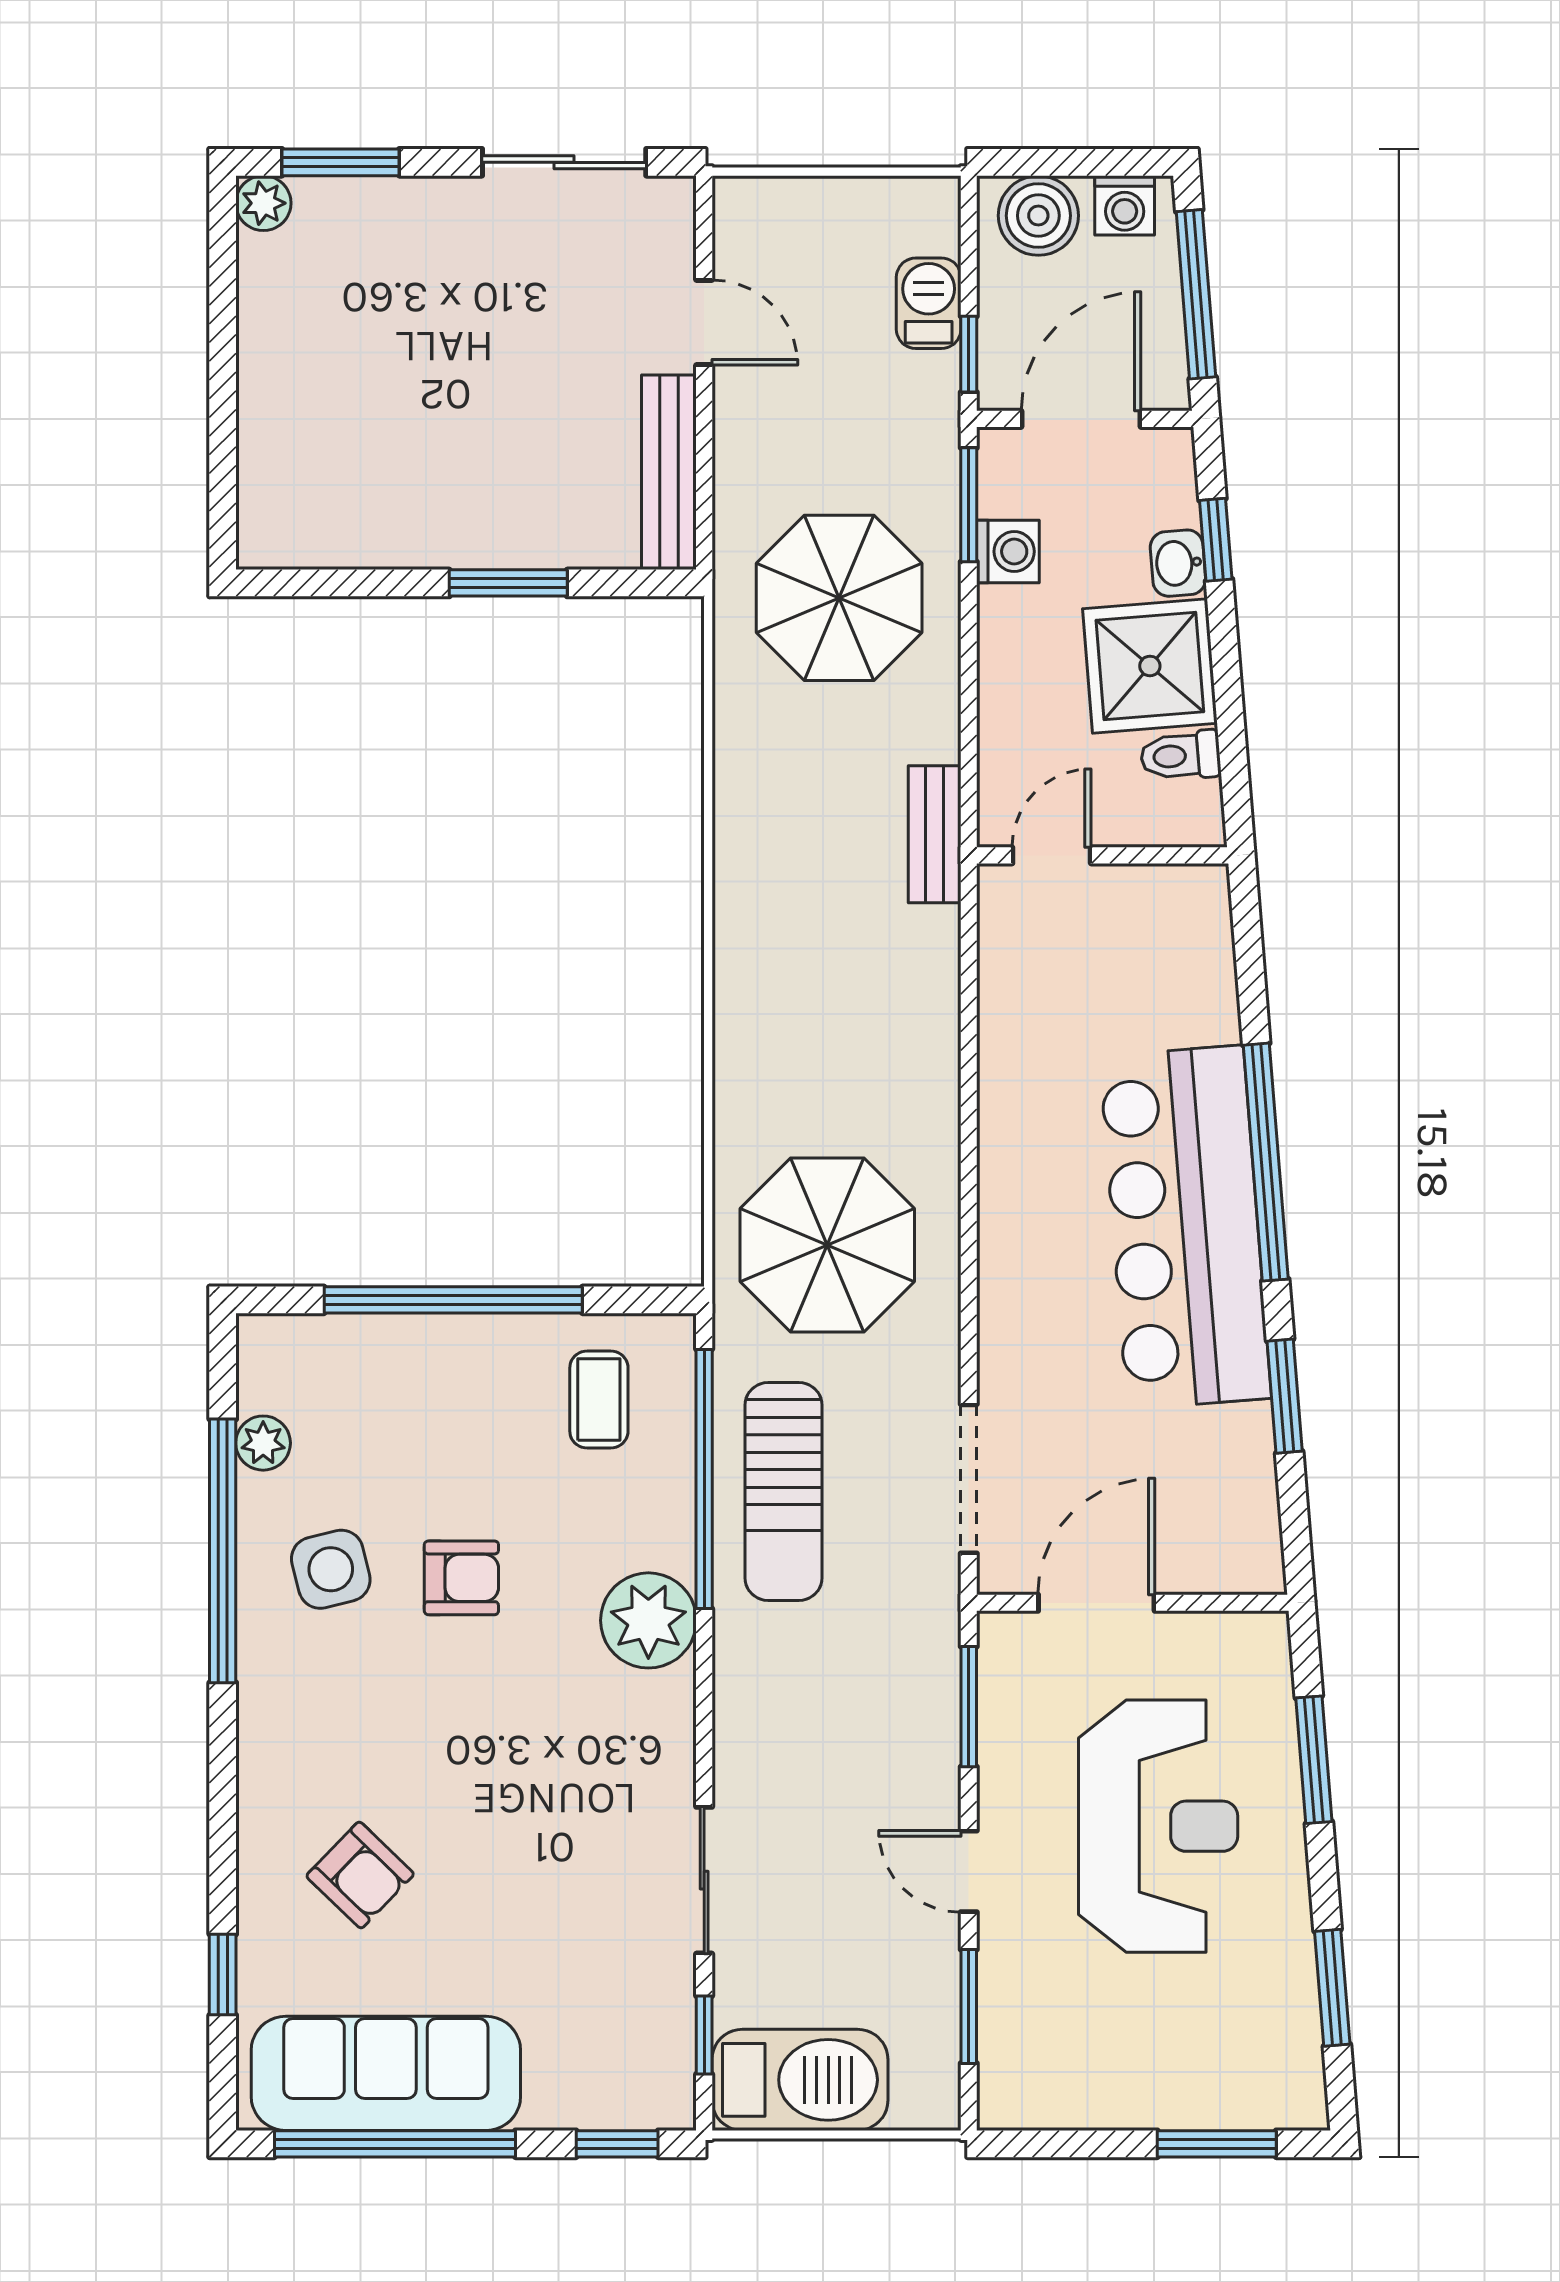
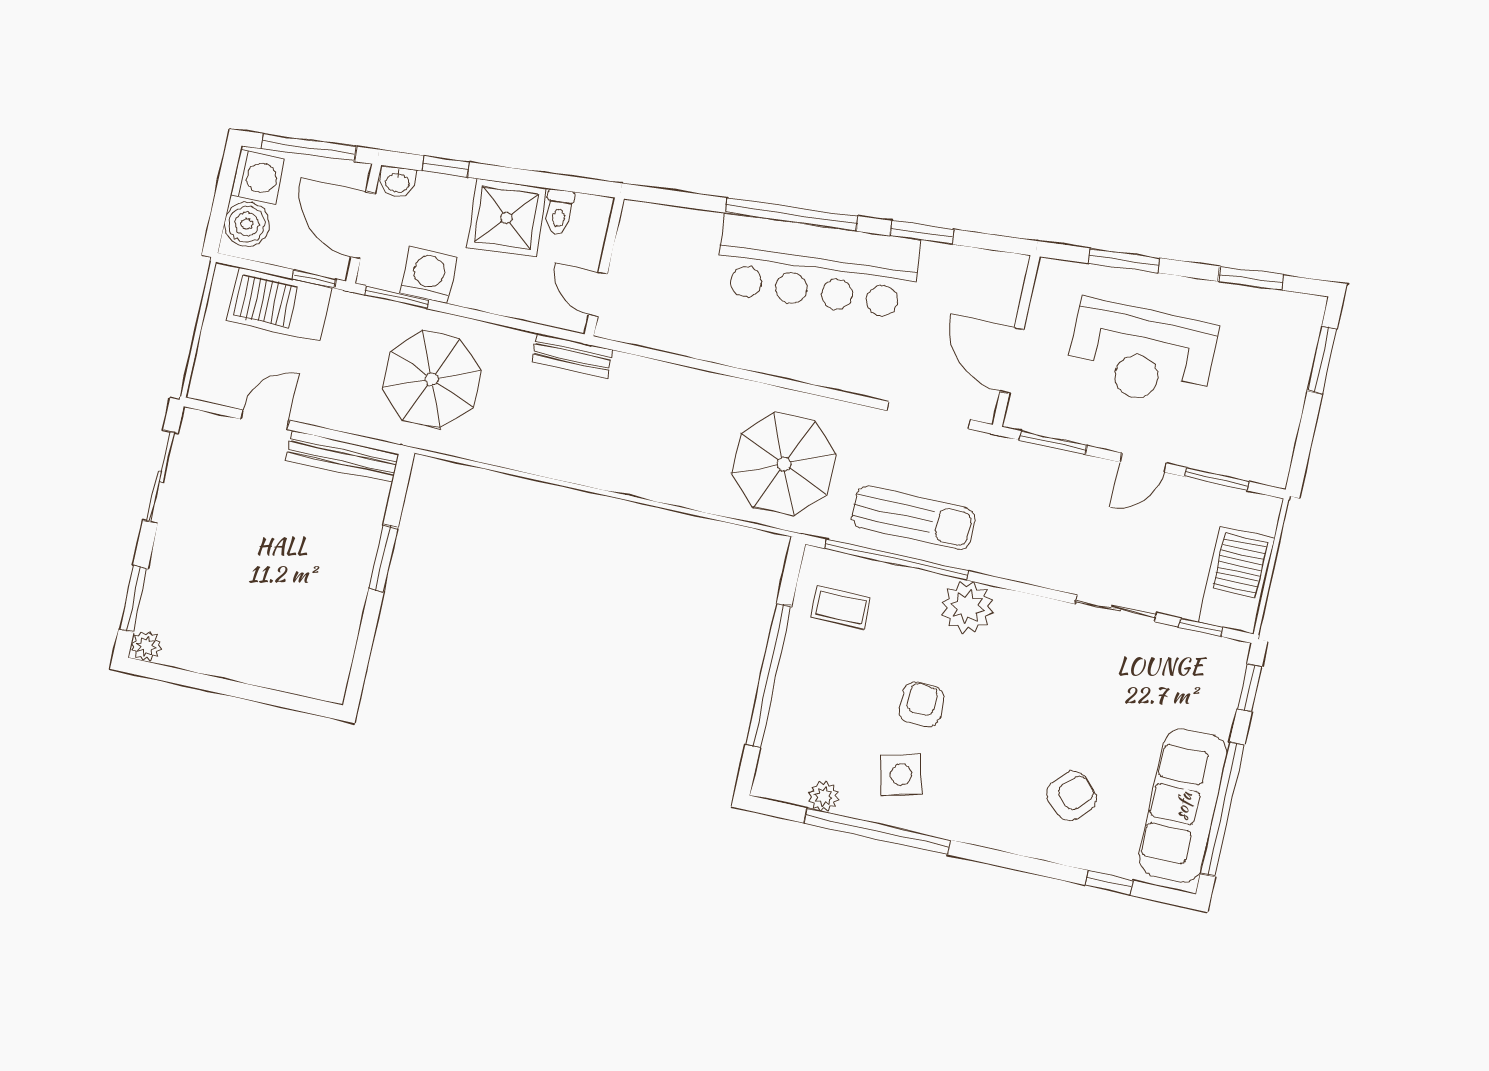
washing machine: (1125, 205) -> (258, 177), width x1.38, depth x1.38
barbecue: (929, 303) -> (279, 304), width x1.88, depth x1.53
washing machine: (1008, 551) -> (428, 275), width x1.38, depth x1.38
washbasin: (1178, 563) -> (397, 182), moved
reception desk: (1158, 1826) -> (1141, 354), turned 180

